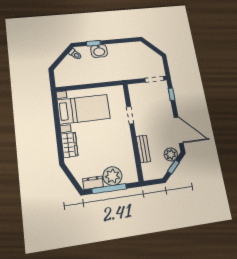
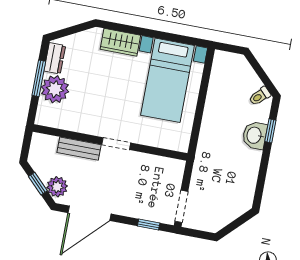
doorway: (130, 115) -> (116, 144), moved
window: (109, 189) -> (39, 78), width x0.69

